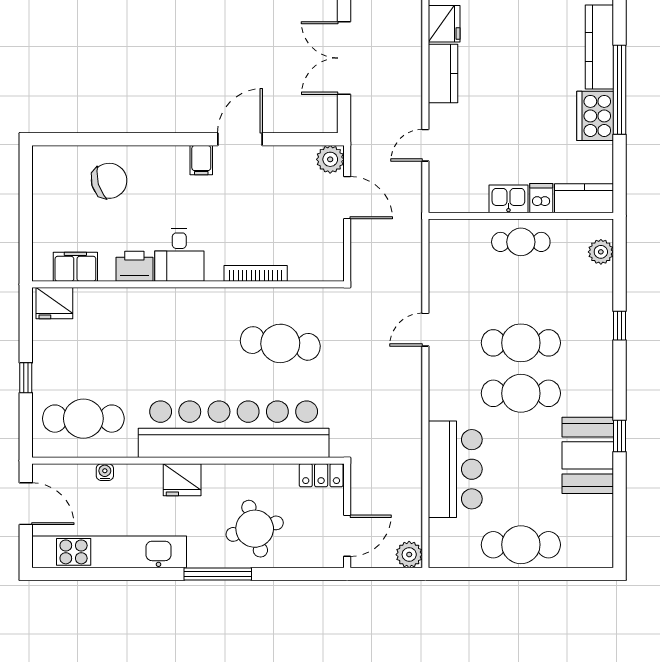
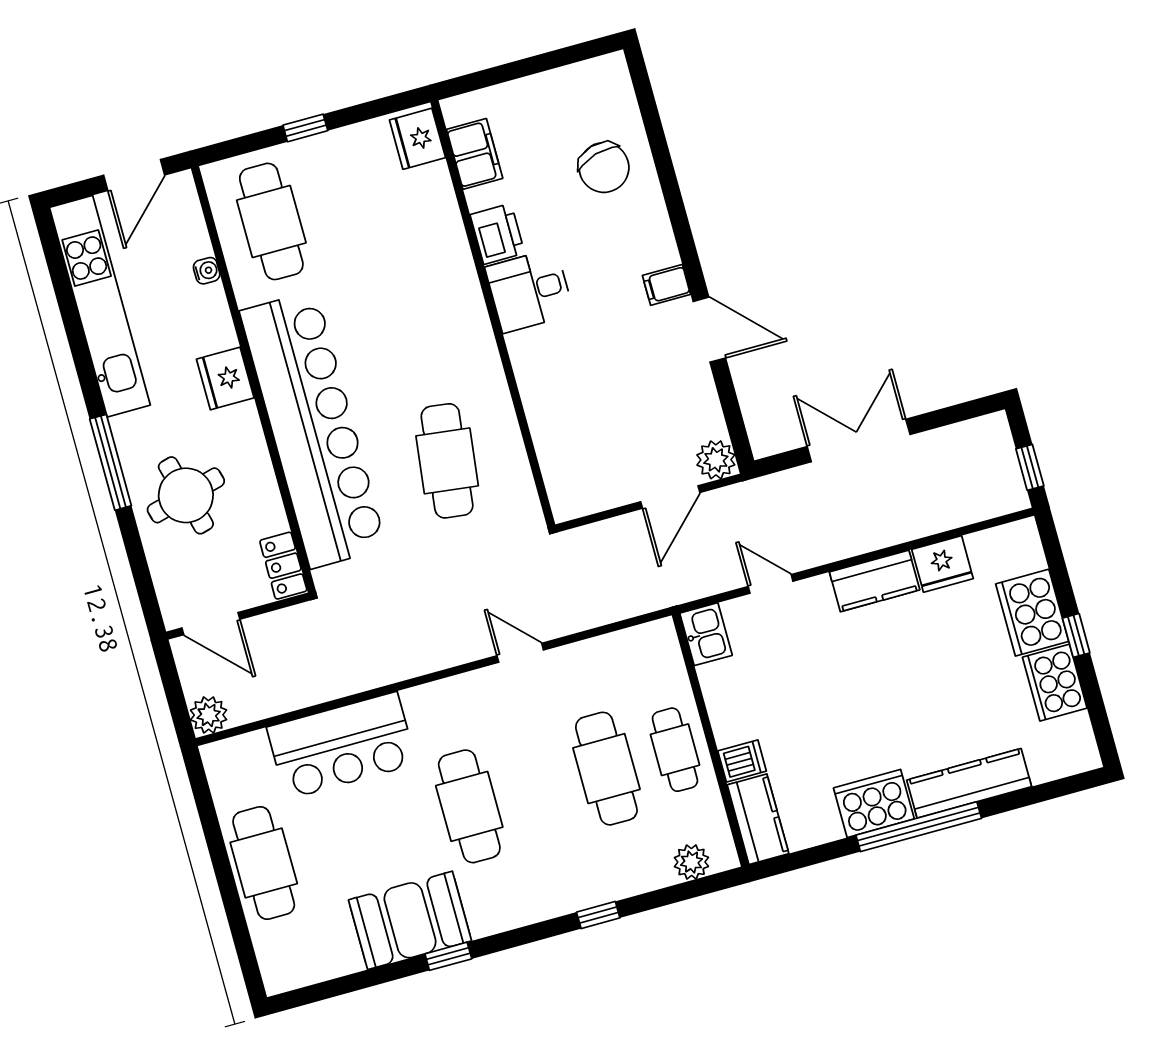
kitchen sink: (508, 199) -> (706, 634), moved
bookcase: (256, 273) -> (533, 401), removed
cafe table: (521, 343) -> (606, 769), moved

